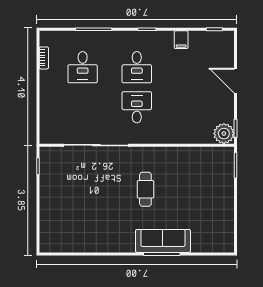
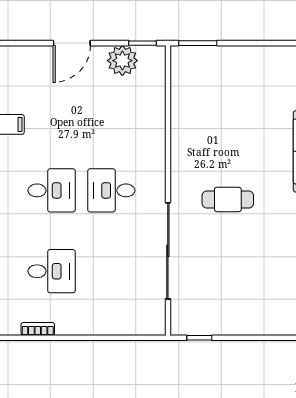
plant: (224, 134) -> (122, 61), moved
cafe table: (145, 189) -> (228, 199), moved

